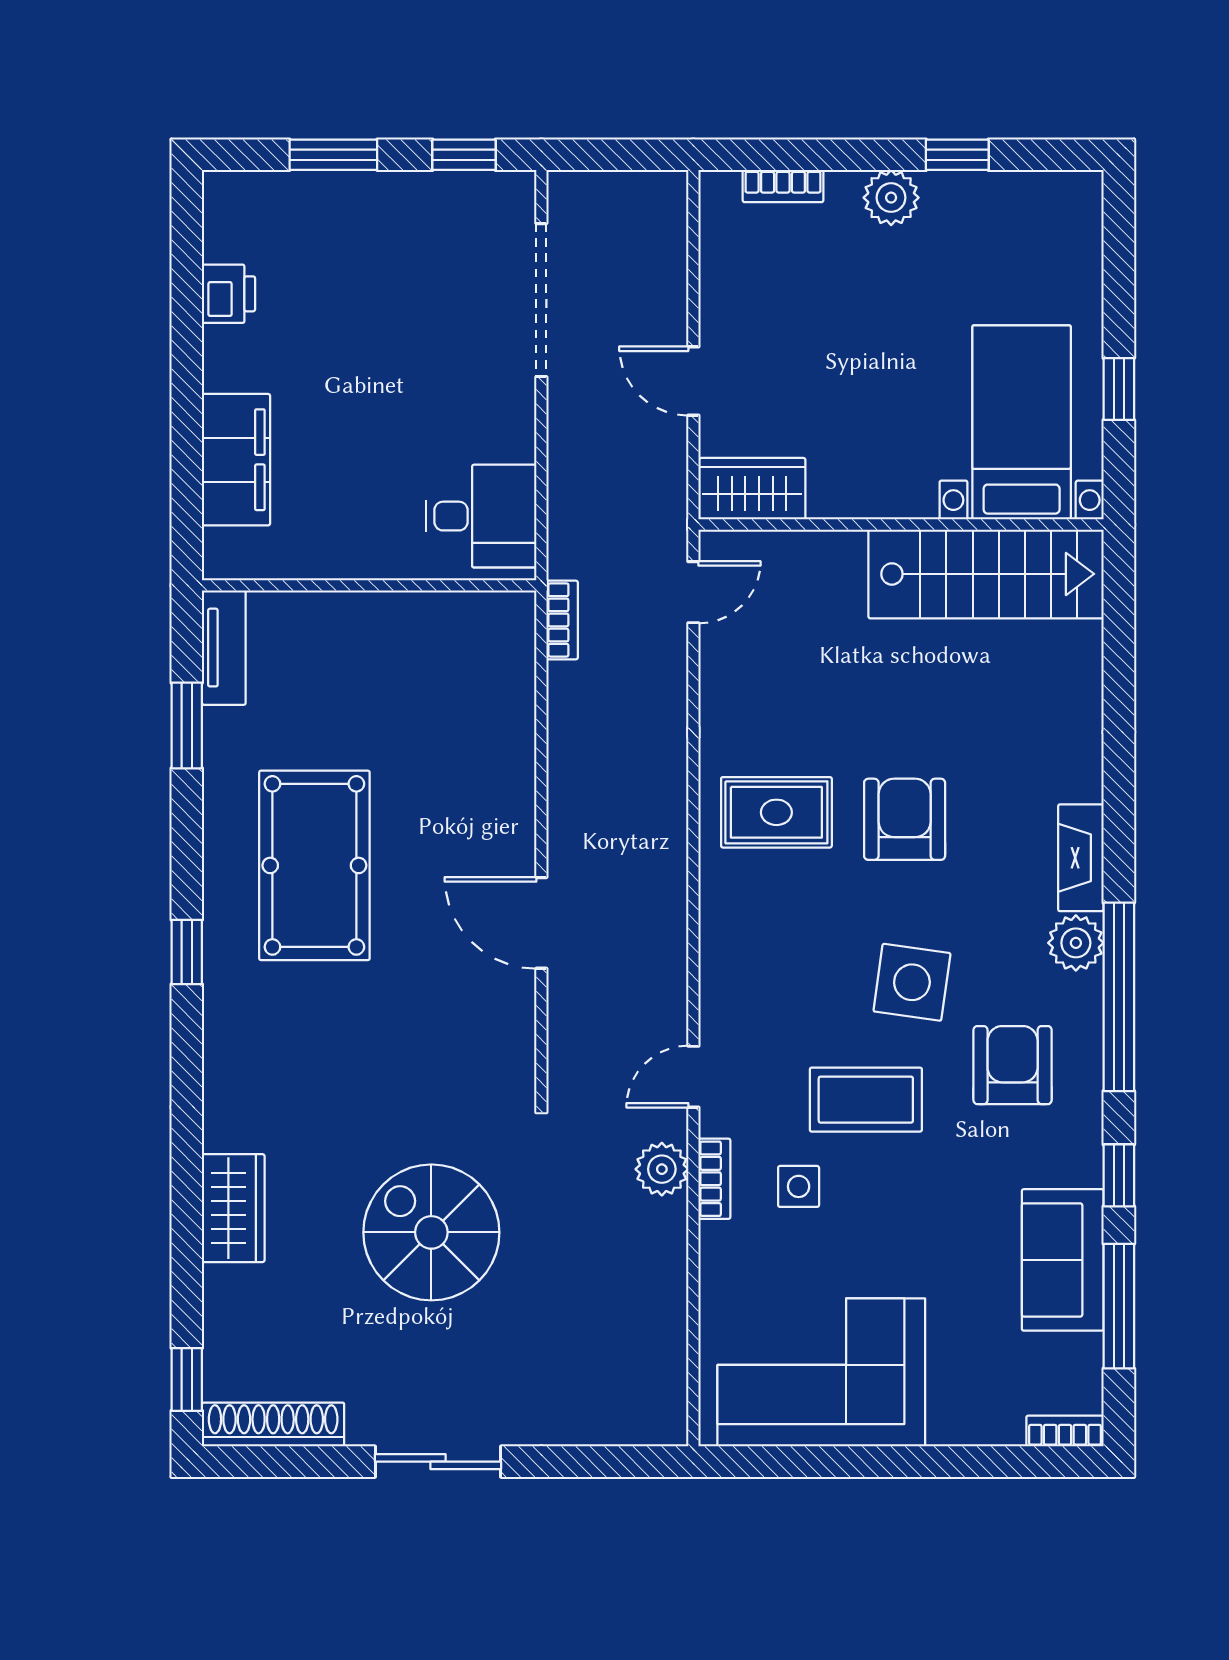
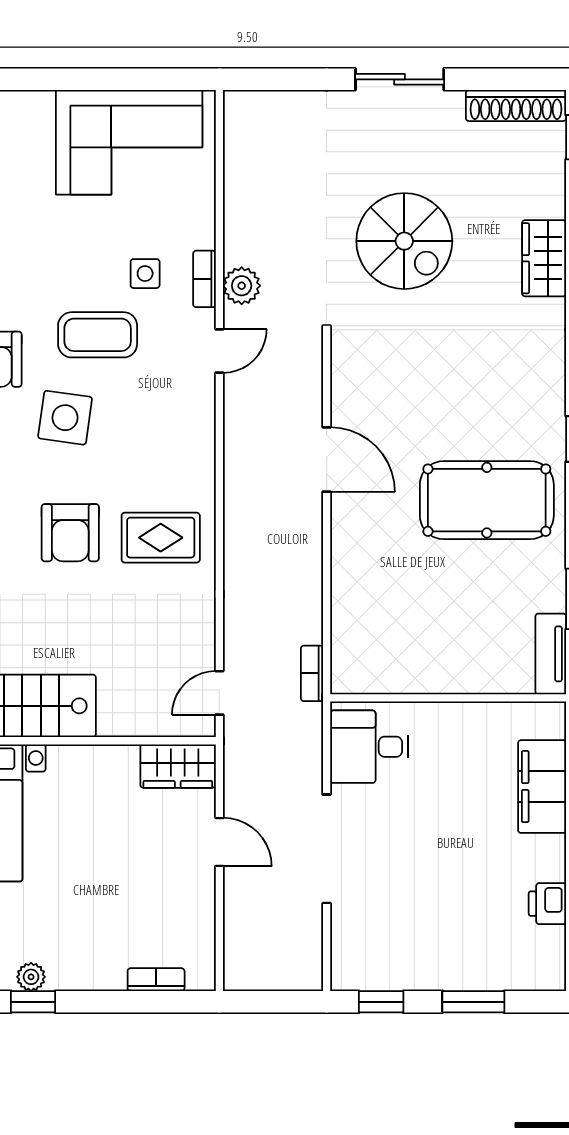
plant: (891, 198) -> (31, 977), moved, width x0.73, depth x0.73
doorway: (541, 300) -> (327, 849), moved
pool table: (314, 865) -> (487, 500), turned 90

